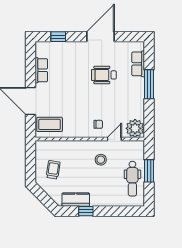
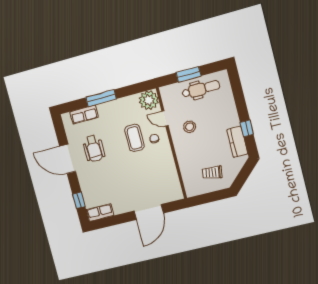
row of seats: (41, 70) -> (100, 213), moved
wheelchair: (104, 75) -> (94, 148), moved
coffee table: (50, 124) -> (134, 138), moved

